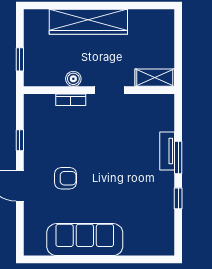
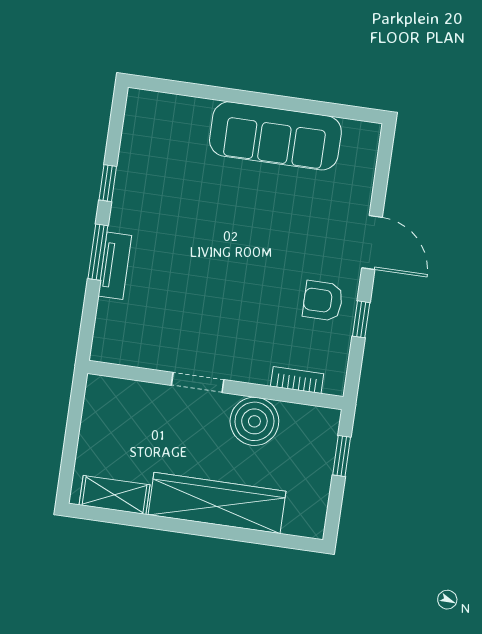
shelving: (155, 78) -> (114, 495), moved
boiler: (73, 79) -> (254, 421), width x1.86, depth x1.86
bookcase: (71, 100) -> (297, 380), moved
armchair: (65, 178) -> (323, 301), moved

